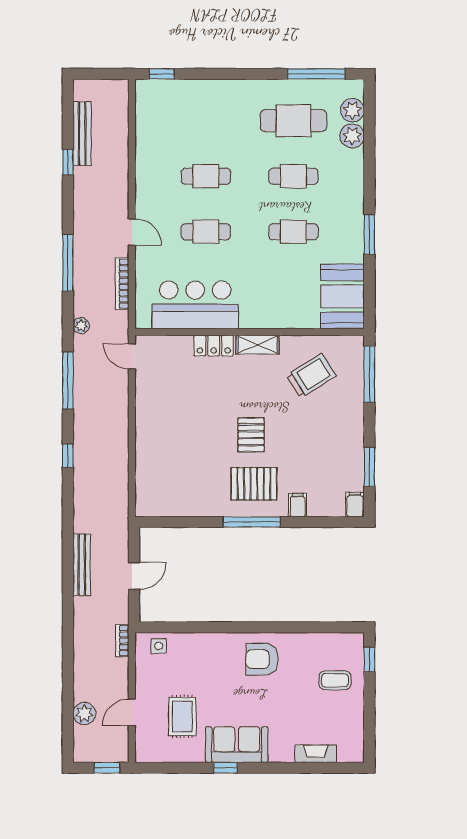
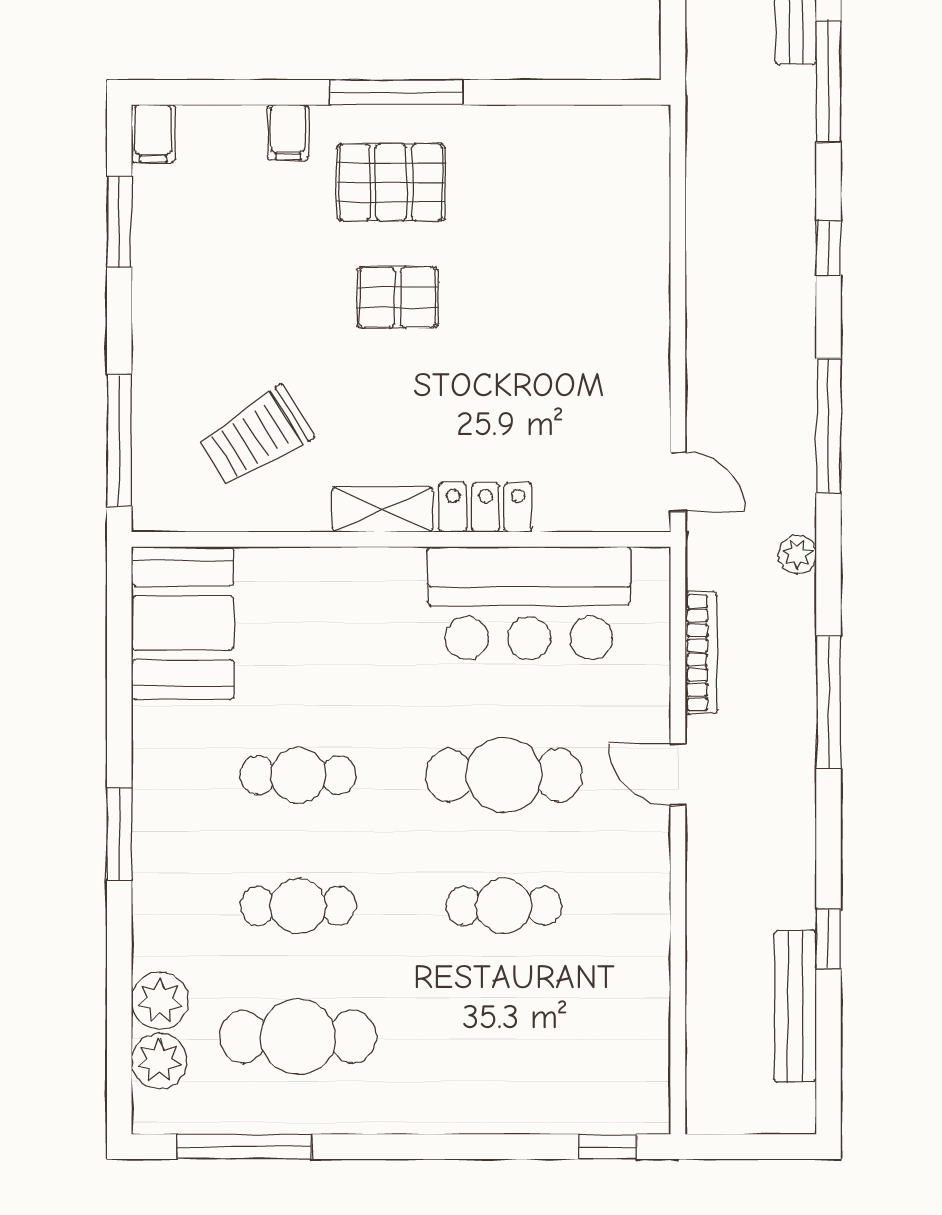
cafe table: (206, 232) -> (504, 775), width x1.37, depth x1.35
window: (369, 234) -> (119, 834), moved
pallet: (251, 435) -> (398, 298), turned 90
window: (68, 527) -> (829, 81), added

